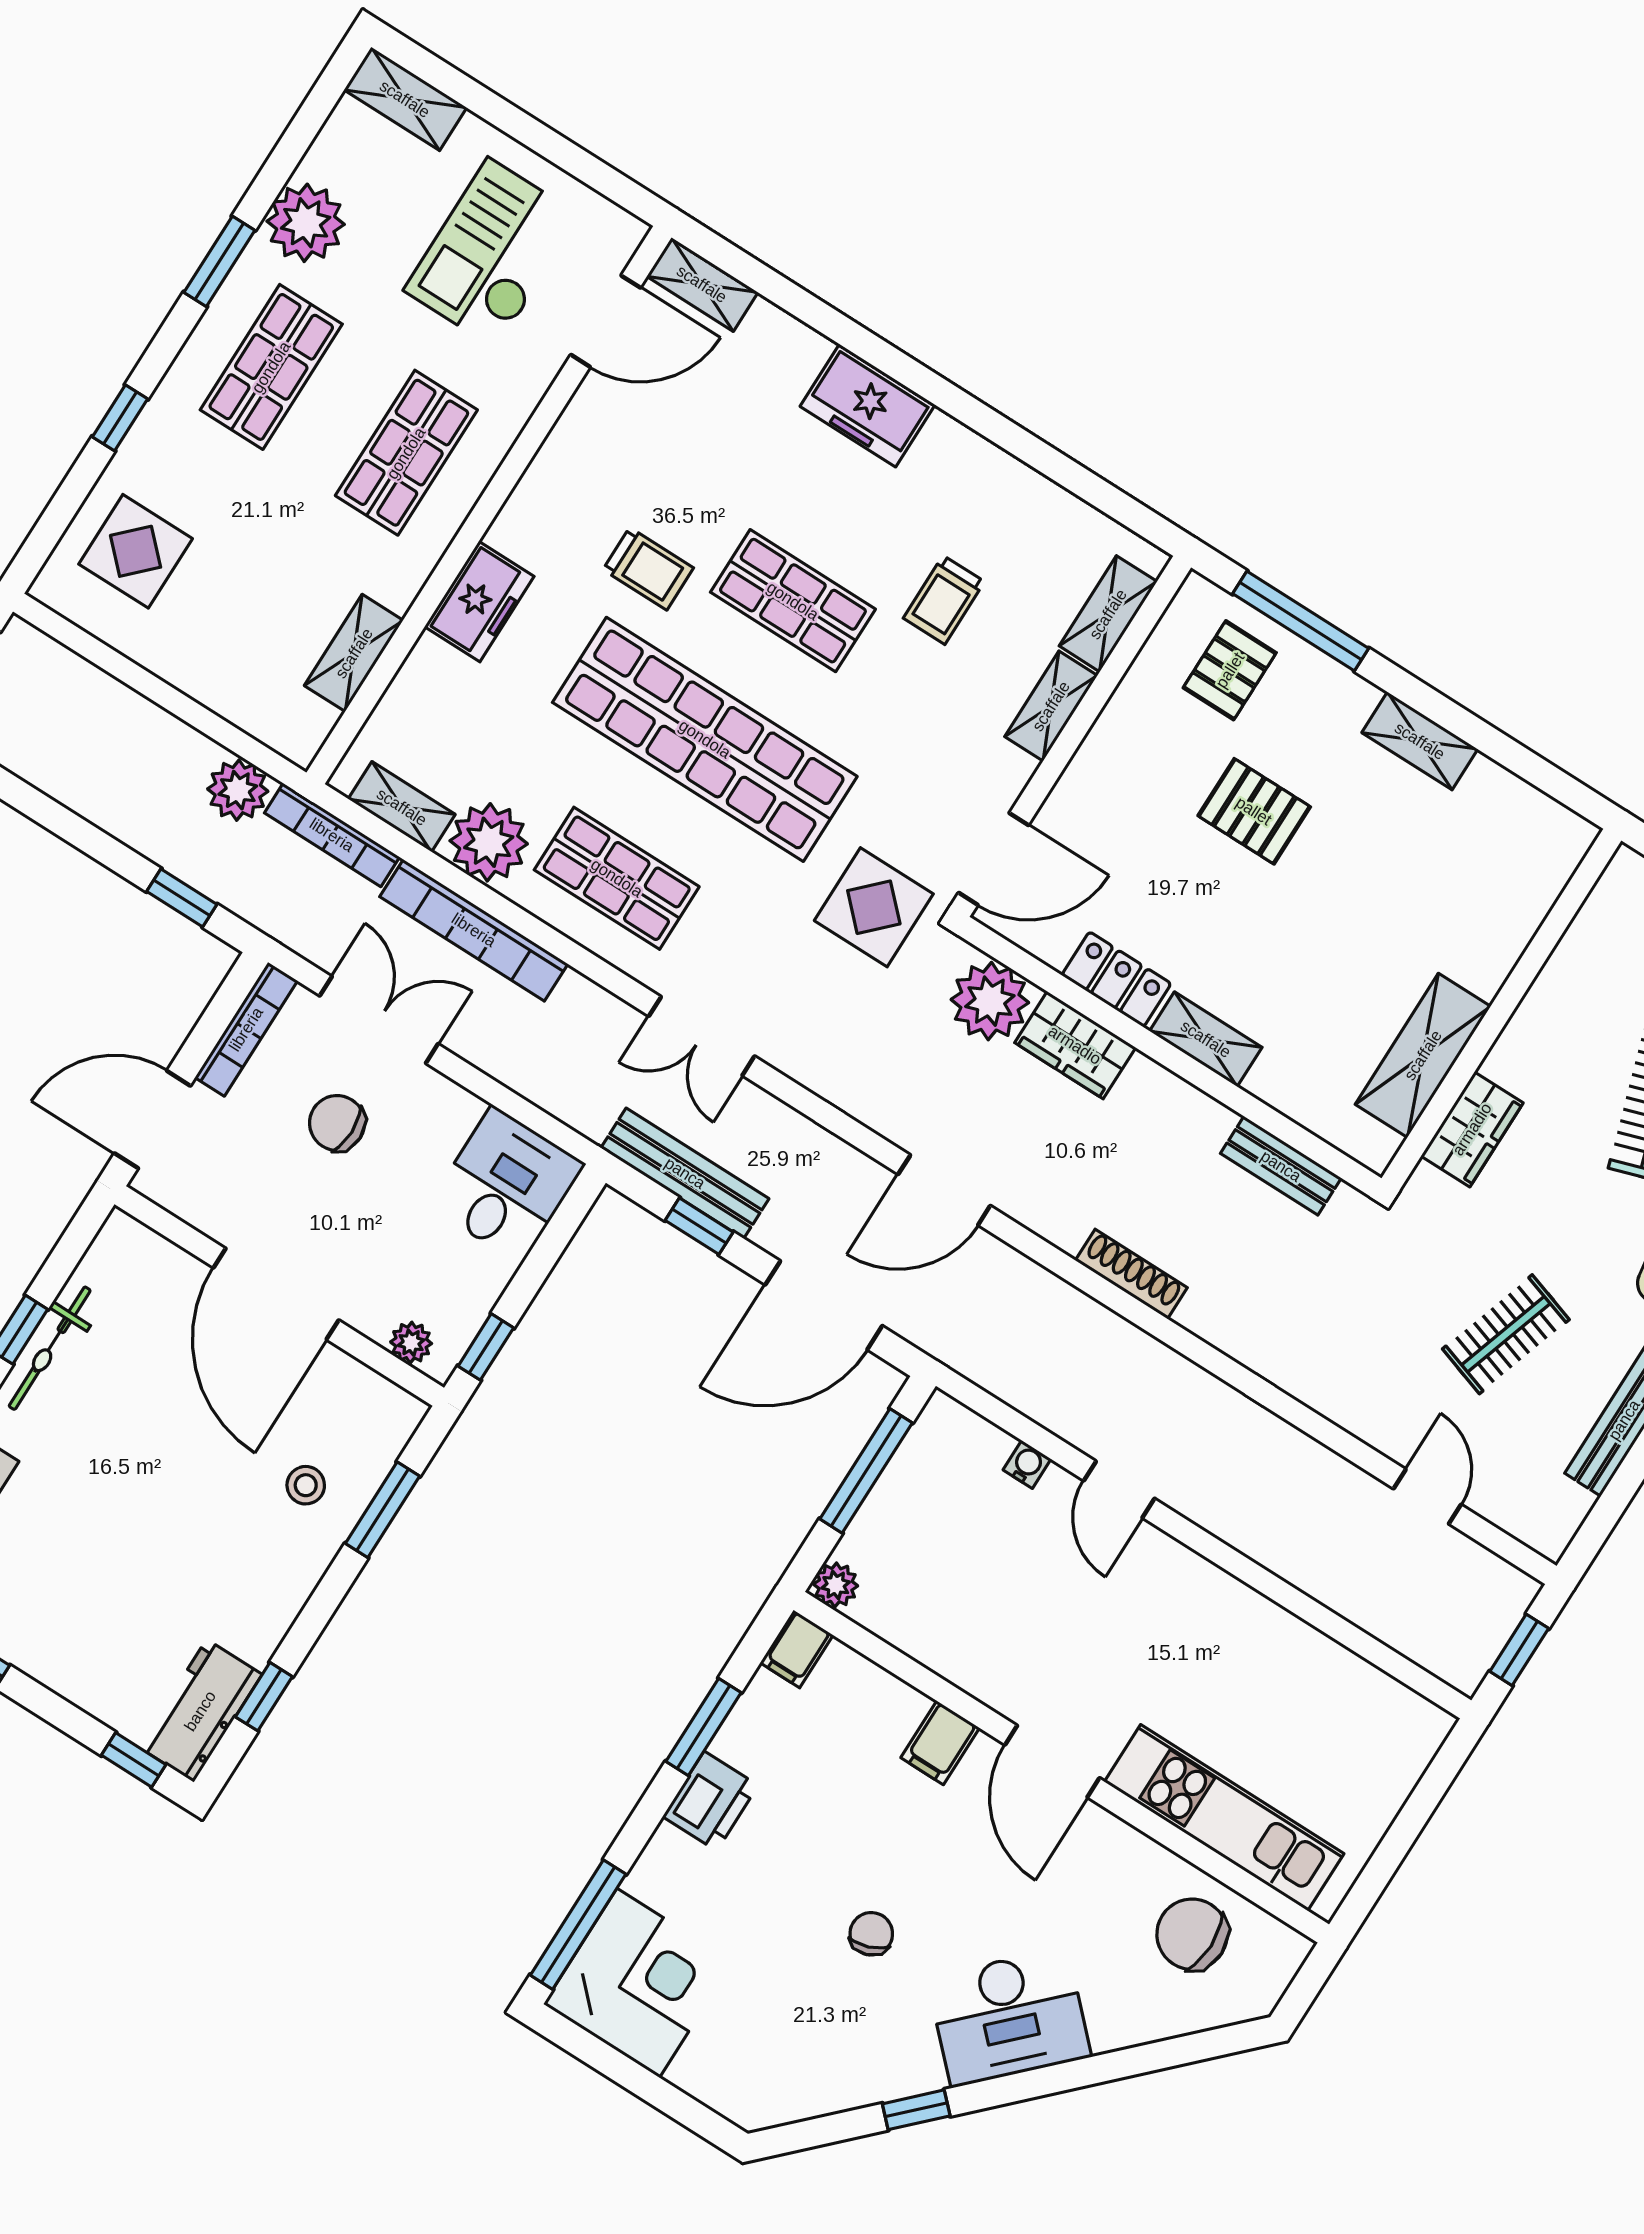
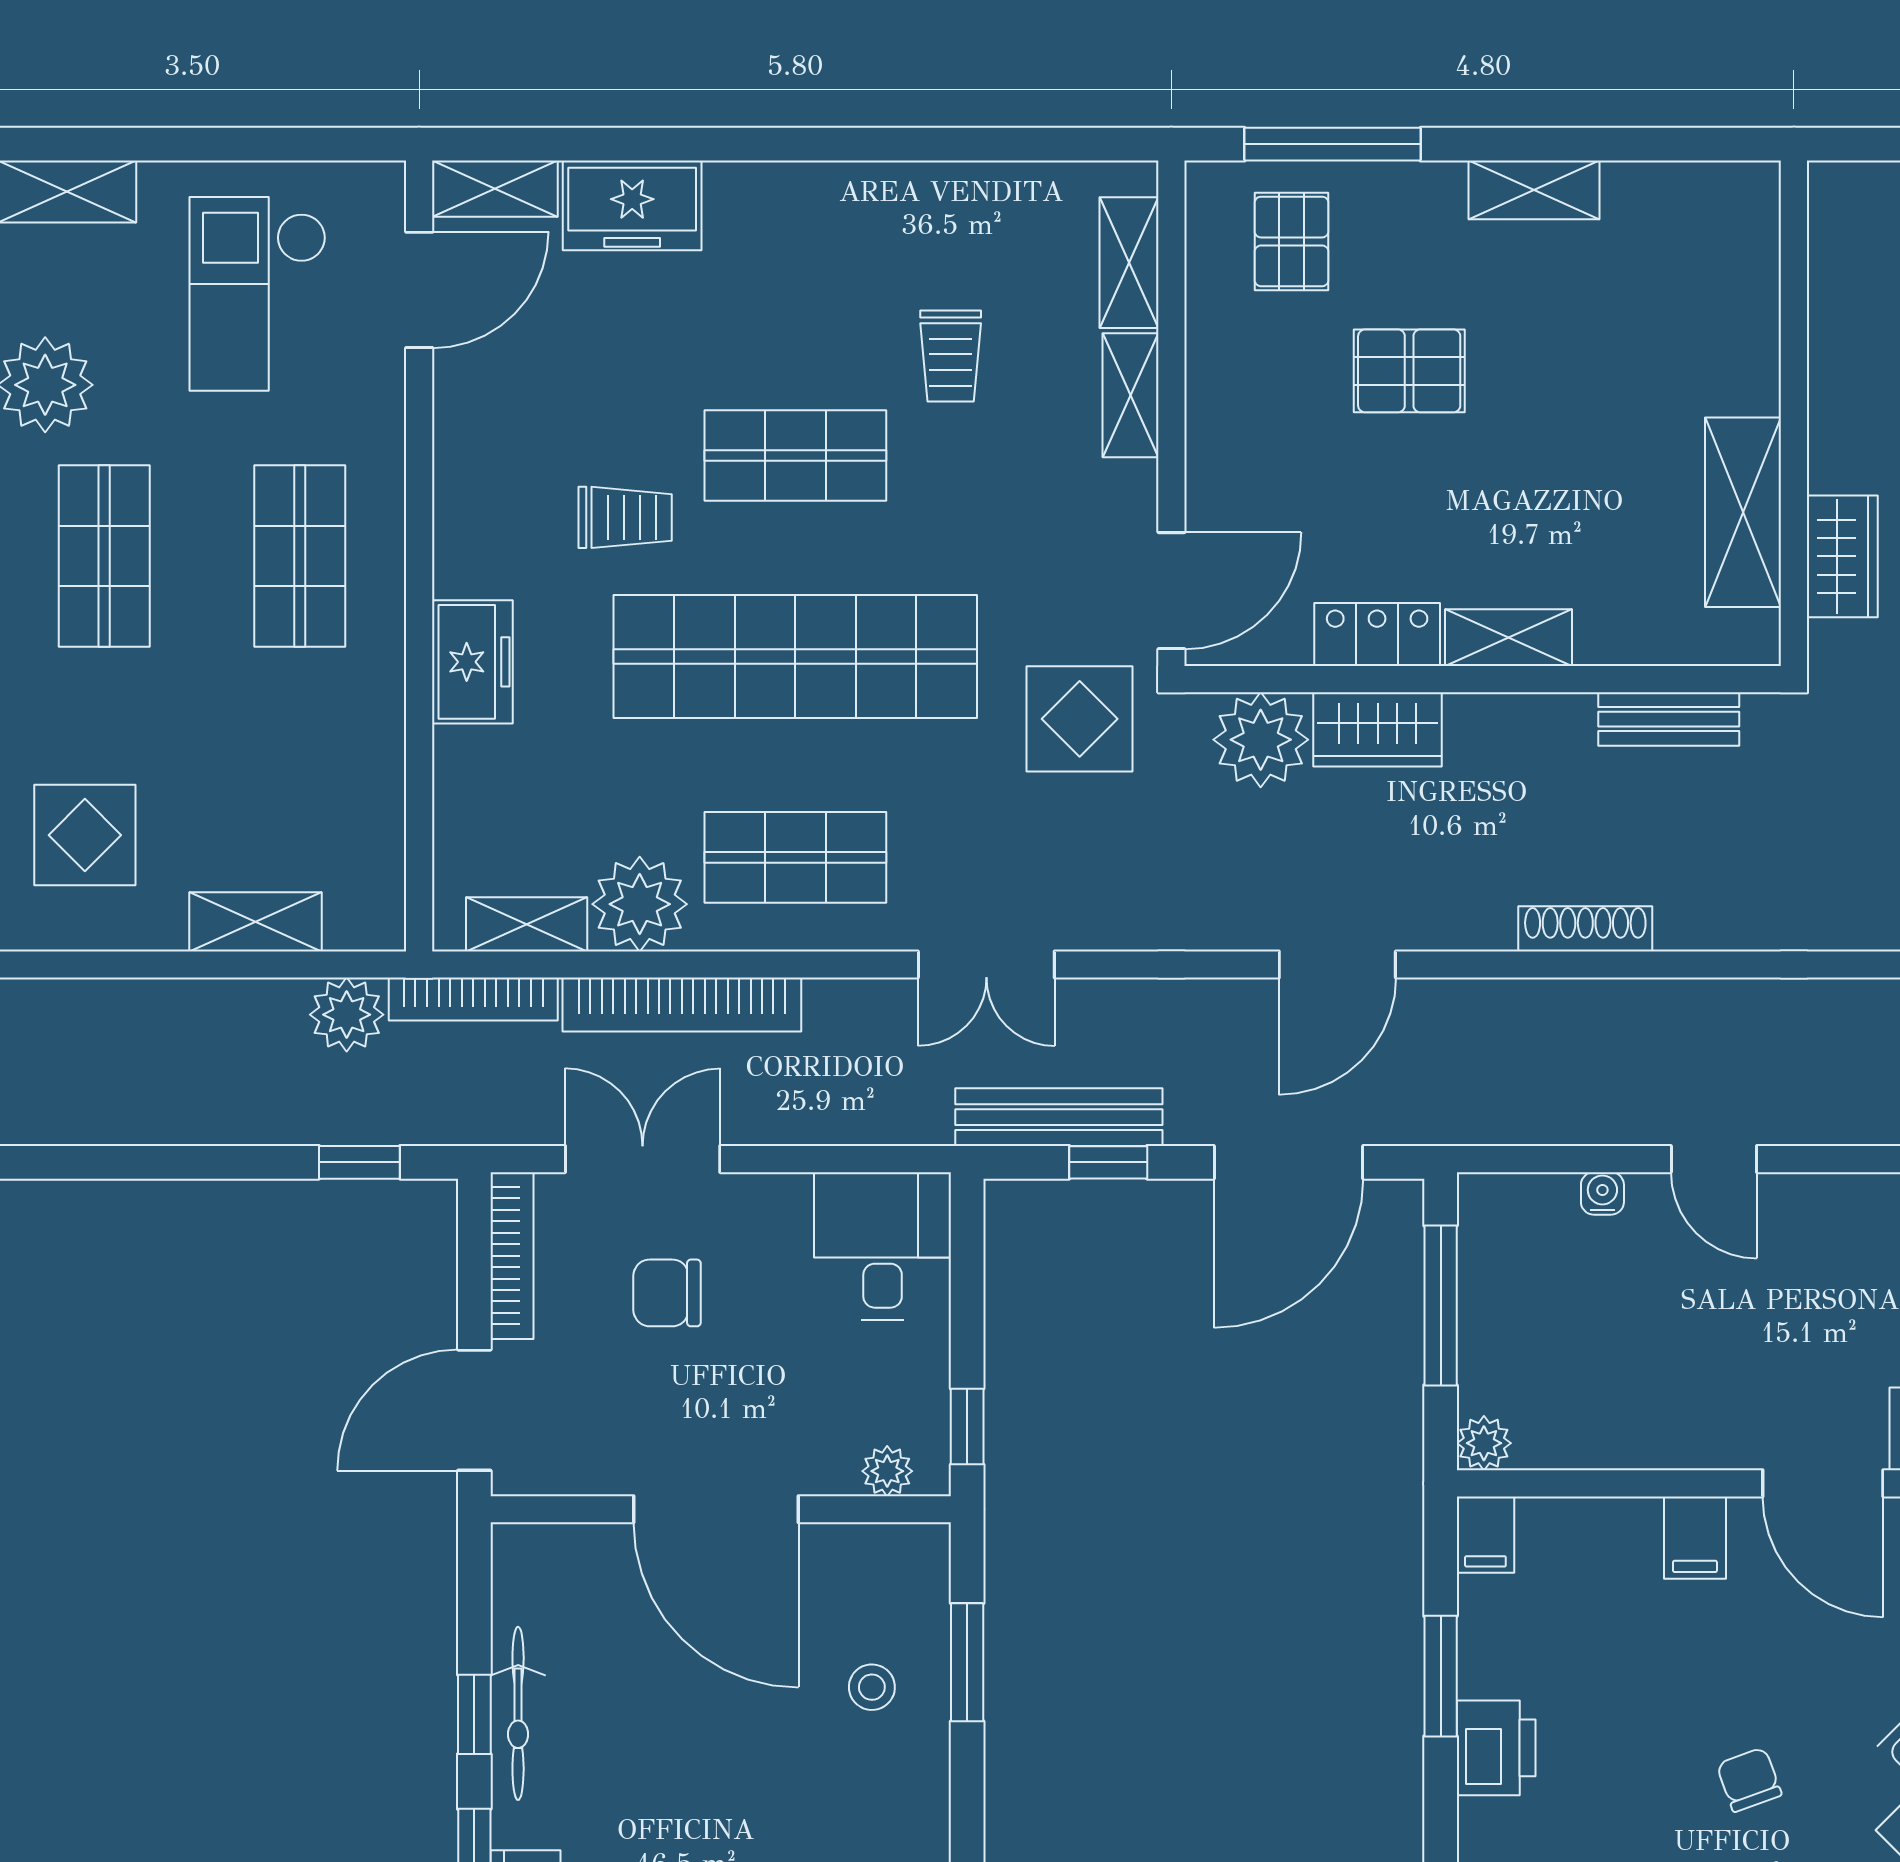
freezer: (868, 406) -> (632, 205), moved
shelving: (354, 653) -> (256, 922), moved, turned 90

